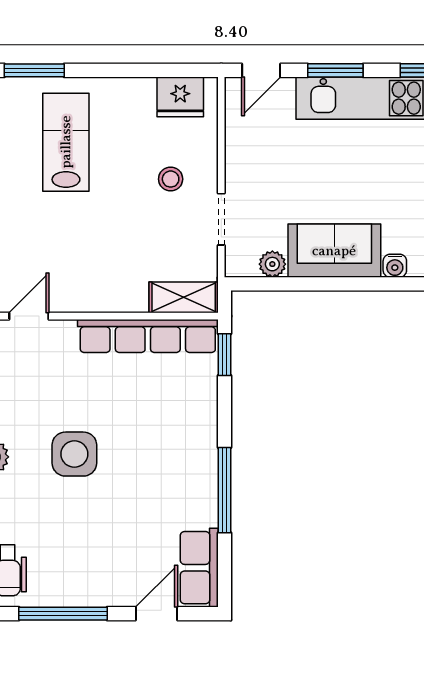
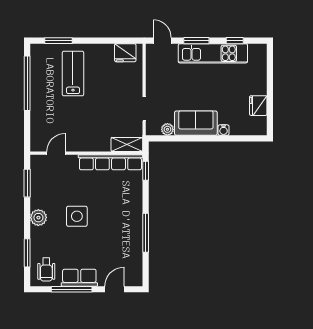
door: (261, 70) -> (162, 41), swing flipped
stool: (171, 179) -> (121, 90), removed
row of seats: (199, 568) -> (79, 278), moved, turned 90

